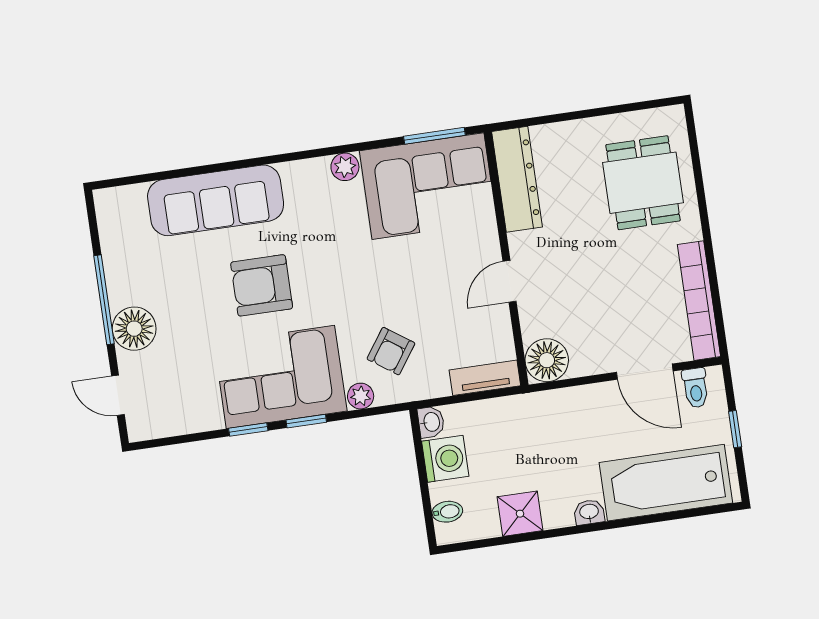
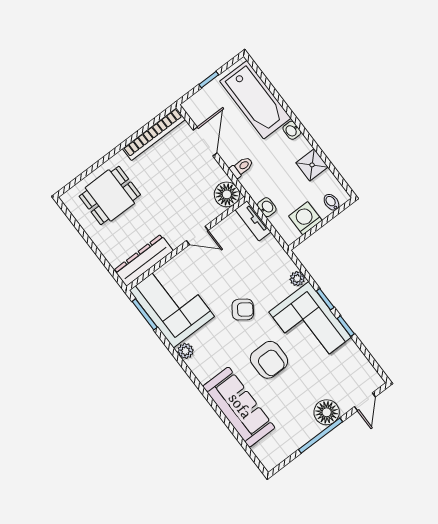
armchair: (391, 351) -> (243, 310), moved
toilet: (695, 388) -> (242, 167), moved
washbasin: (431, 422) -> (267, 207), moved, turned 90

